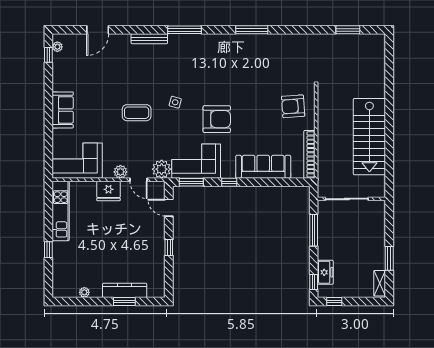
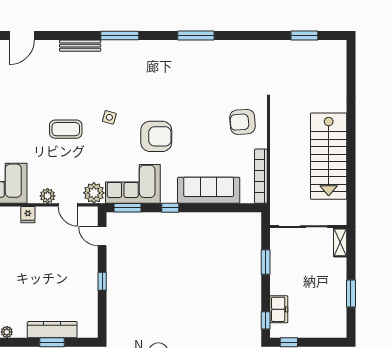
fridge: (109, 191) -> (28, 215), width x0.53, depth x0.75
window: (314, 230) -> (266, 262), width x0.69
shelving: (380, 283) -> (340, 242), moved

